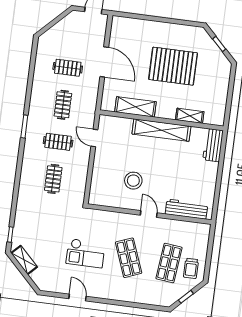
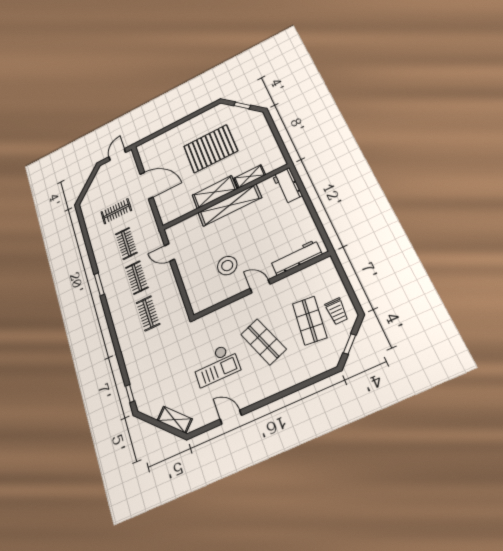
shelving: (135, 107) -> (214, 192), moved
clothes rail: (58, 142) -> (137, 277), turned 90
shelving: (24, 260) -> (175, 420), moved

